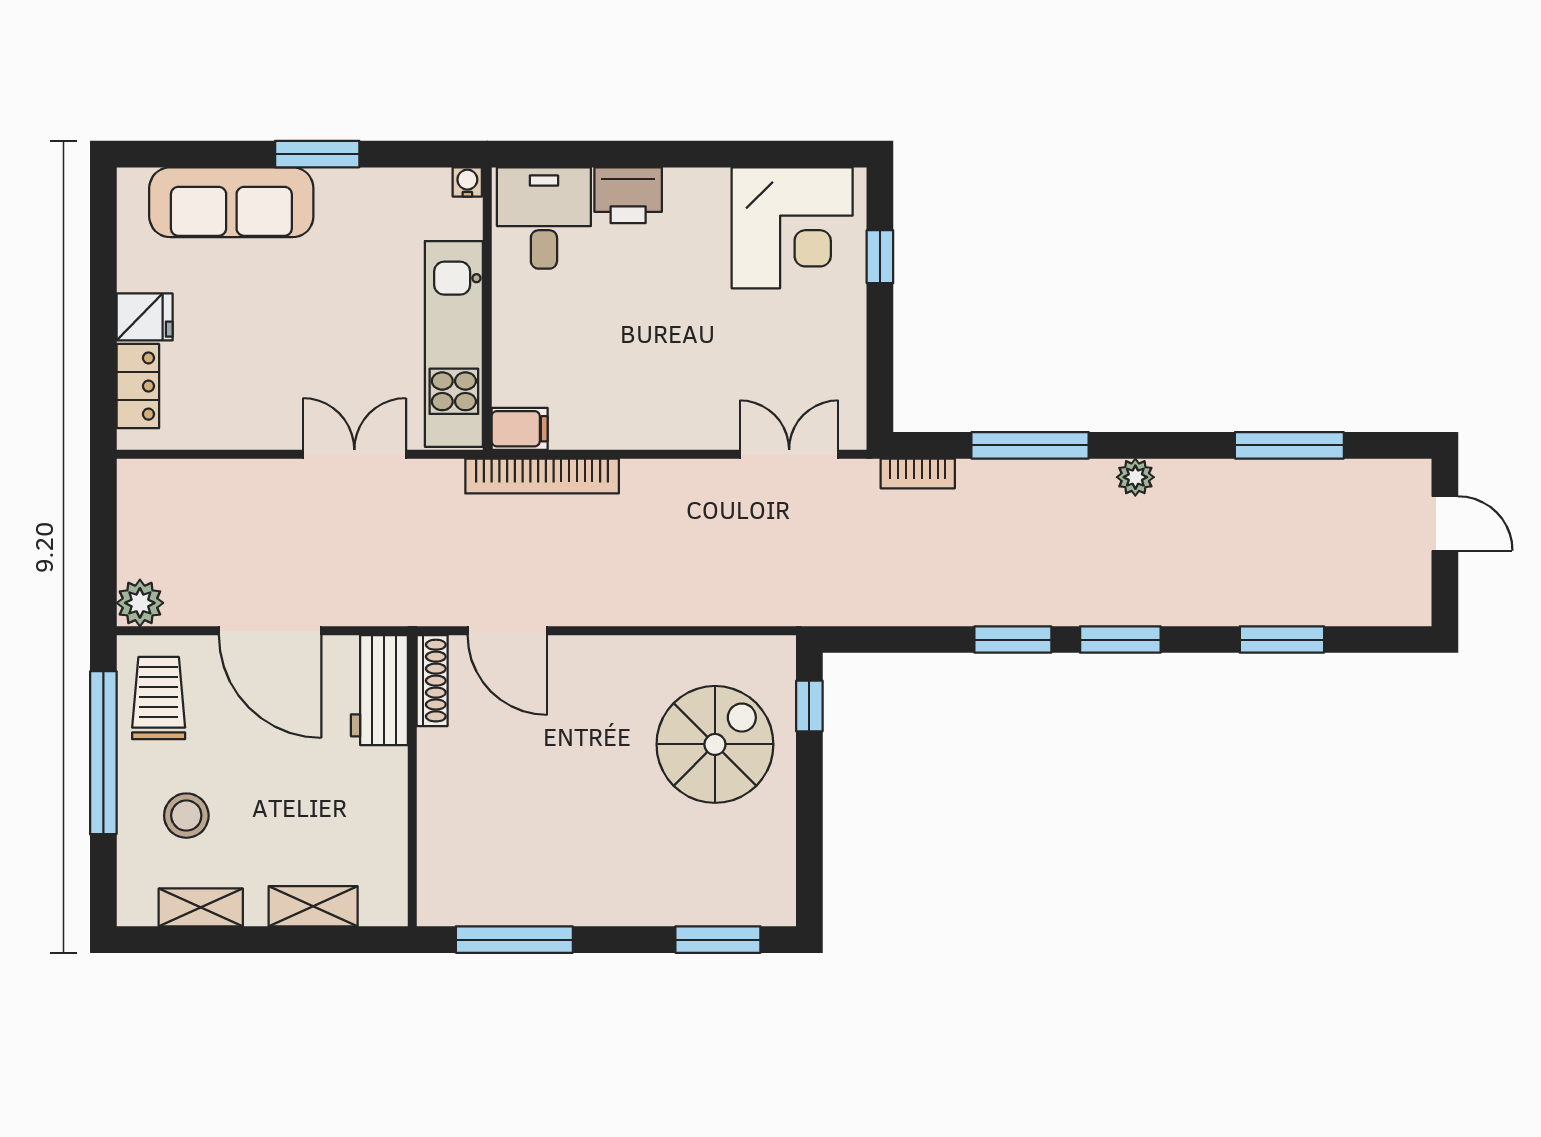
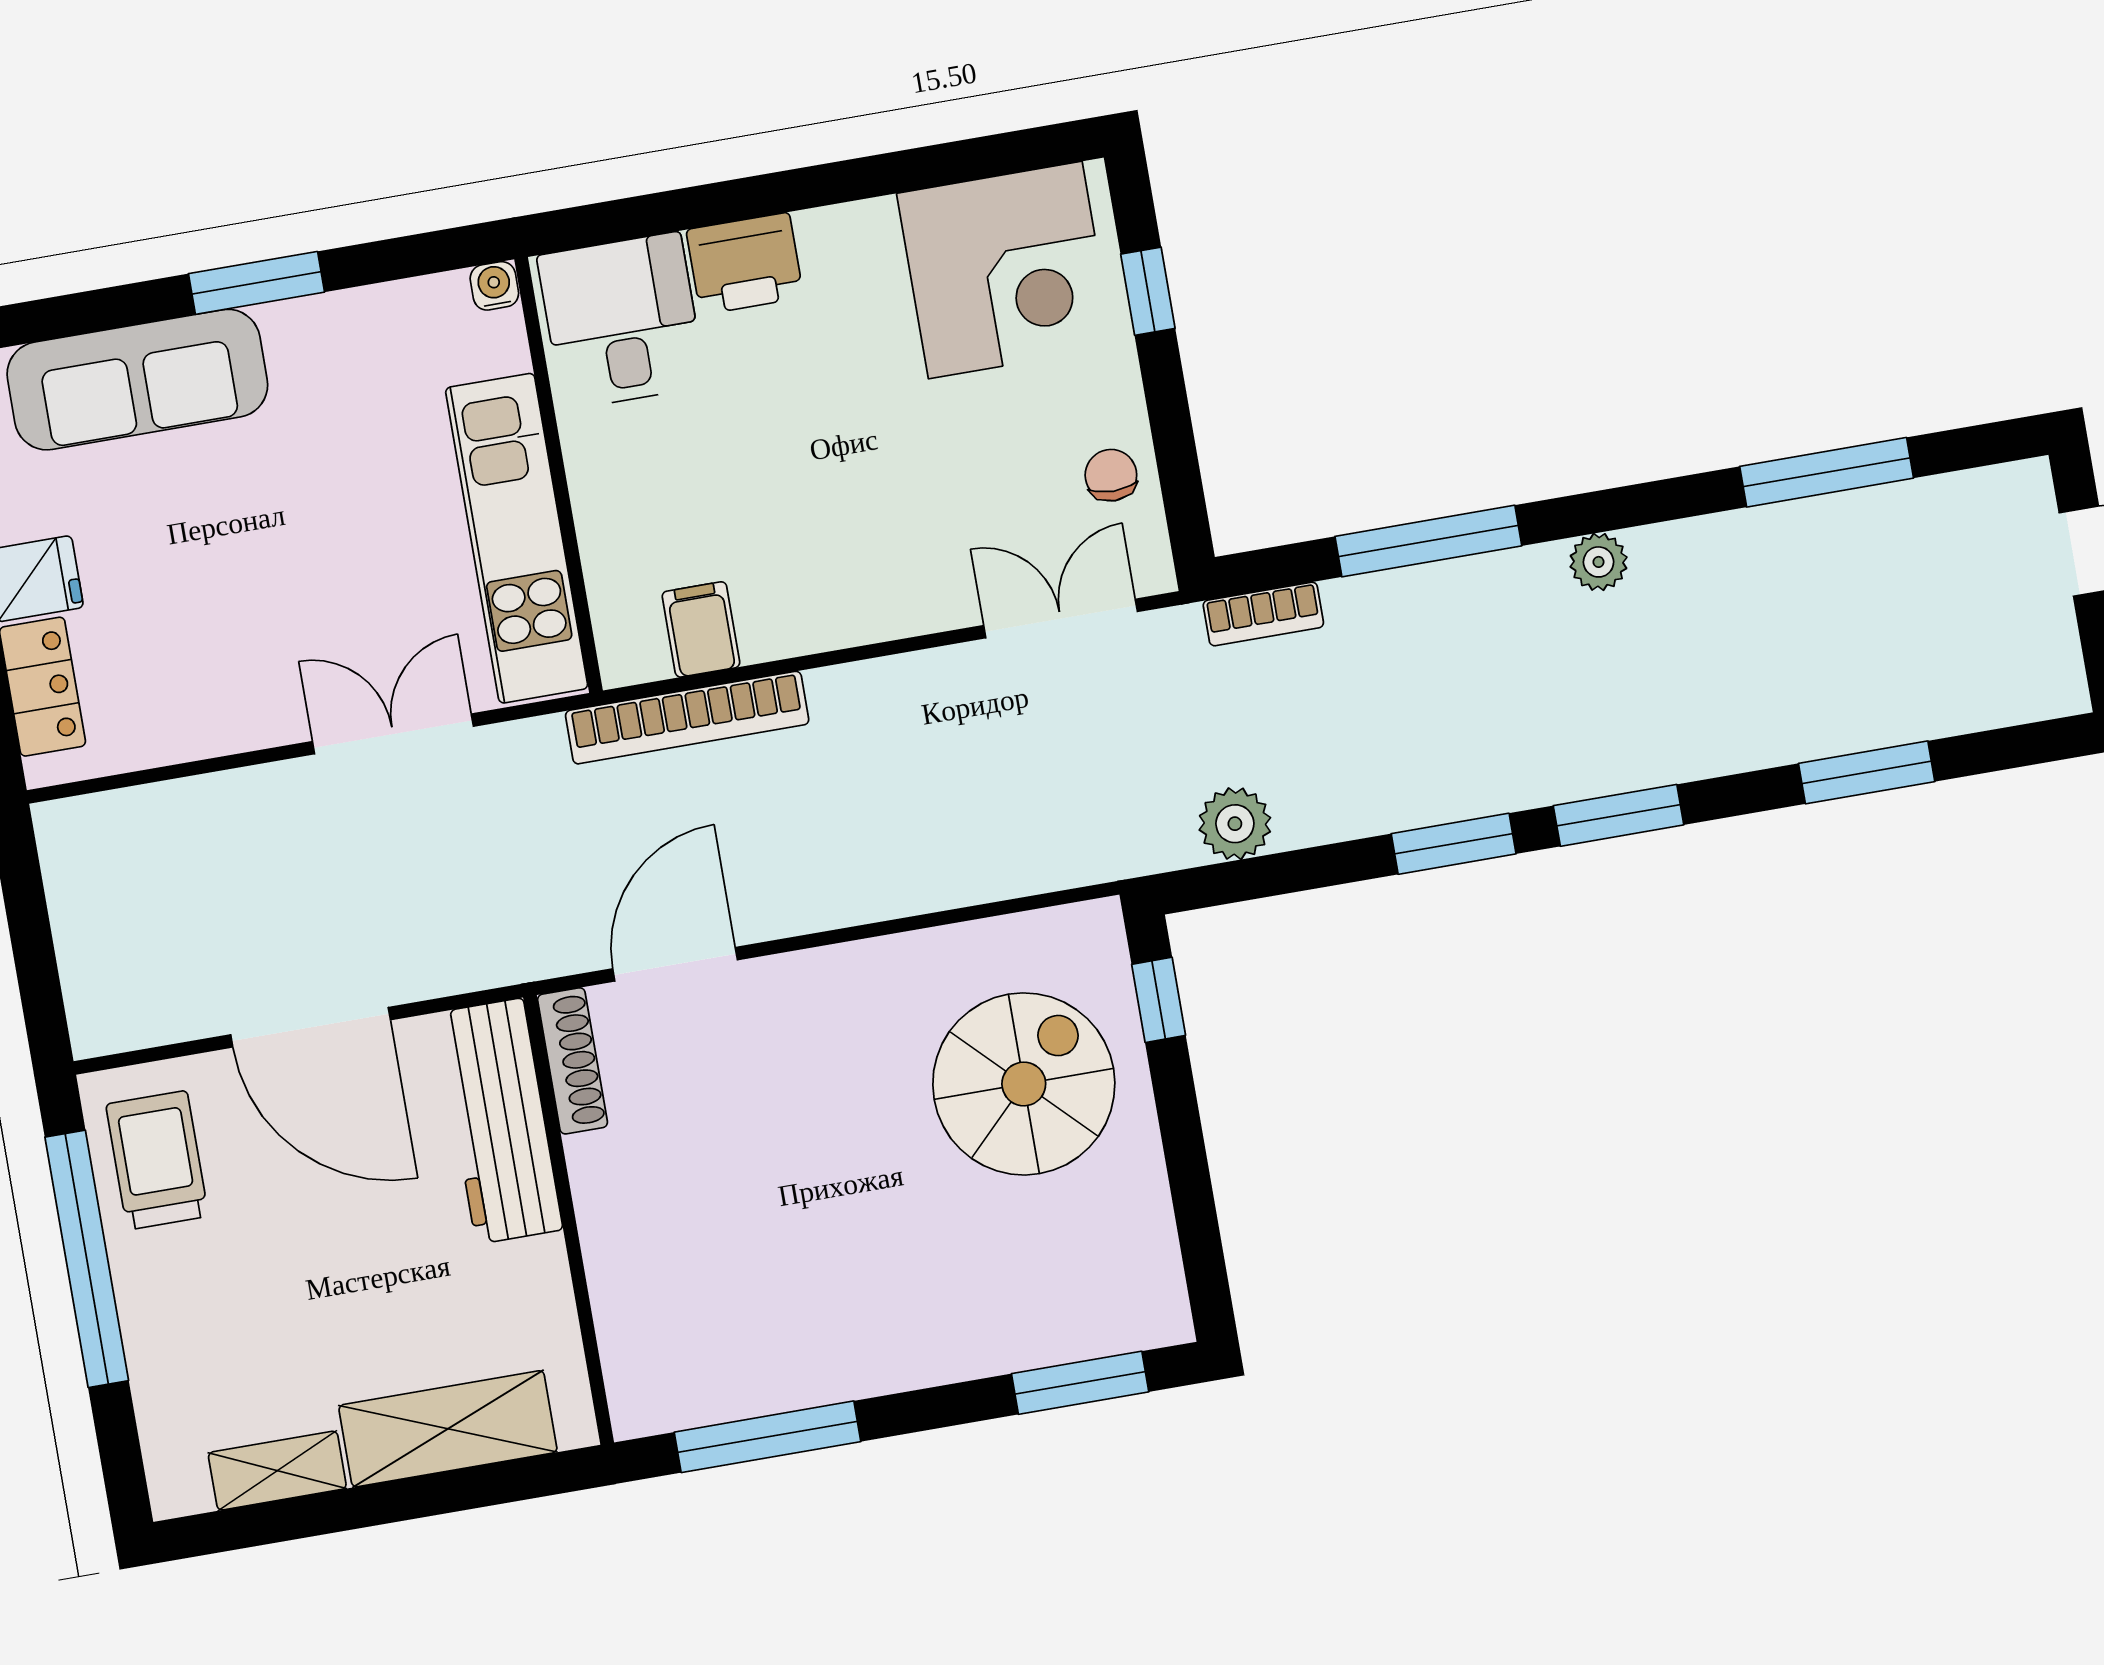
chair: (837, 369) -> (1111, 475), added
filing cabinet: (520, 429) -> (701, 629), moved, turned -90
plant: (140, 603) -> (1235, 824), moved
door: (508, 631) -> (675, 964), swing flipped
workbench: (379, 690) -> (500, 1121), width x1.37
stool: (186, 816) -> (231, 1333), removed
shelving: (313, 906) -> (448, 1429), width x1.50, depth x1.33

